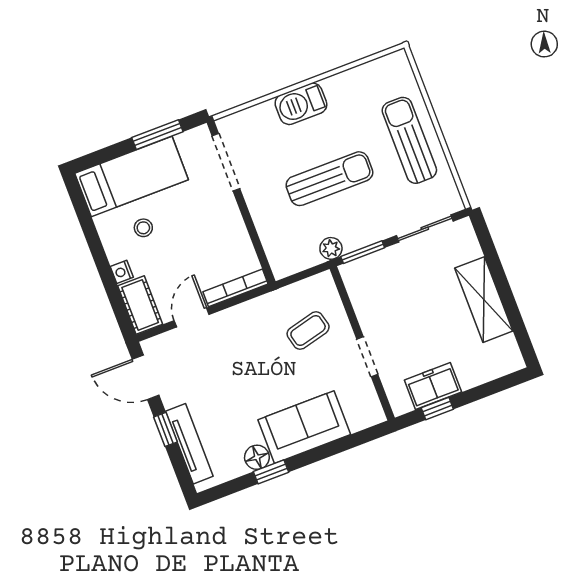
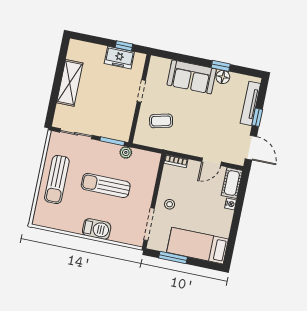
stool: (143, 228) -> (170, 204), moved
bookcase: (236, 288) -> (176, 161), width x0.64

